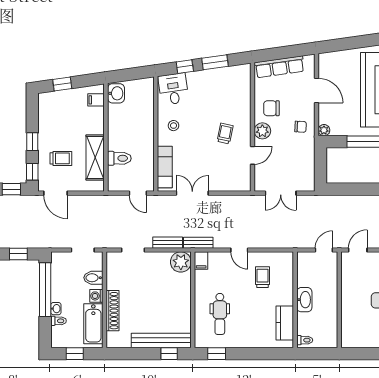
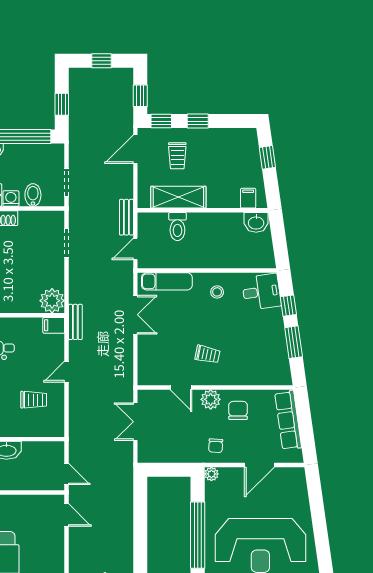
bench: (168, 243) -> (126, 217), moved

